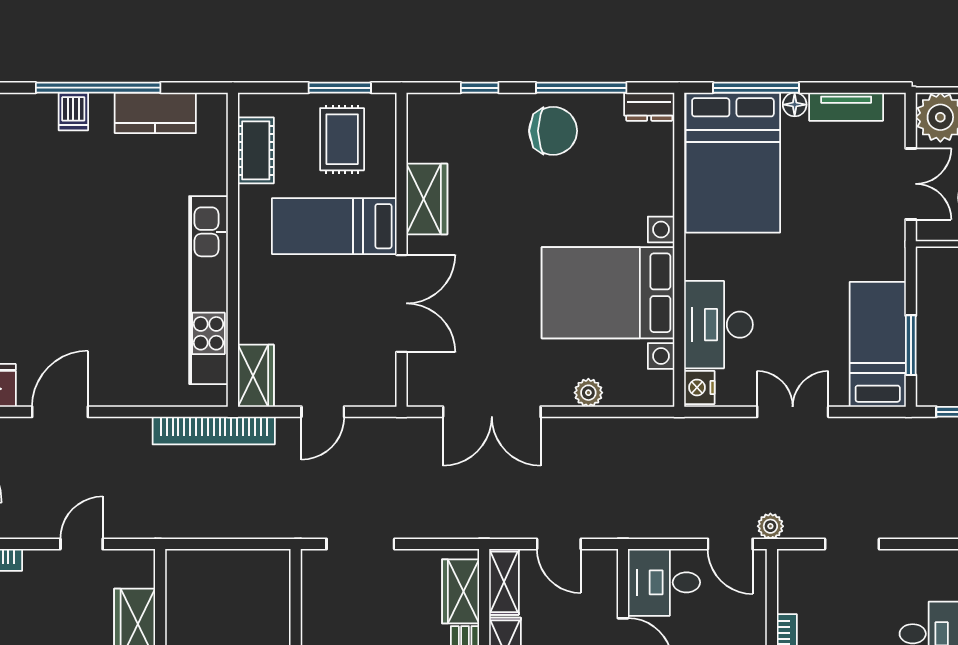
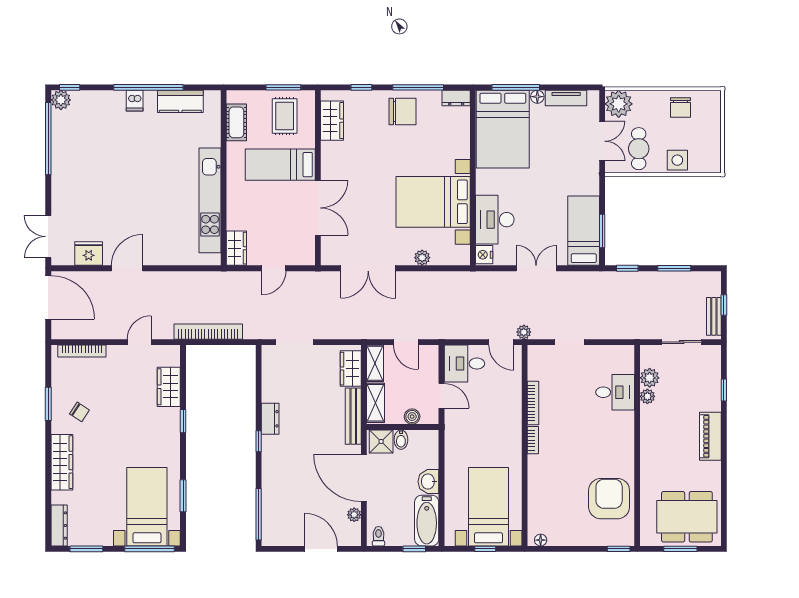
wardrobe: (427, 199) -> (332, 121), moved
bookcase: (214, 431) -> (208, 332), moved, turned 180

